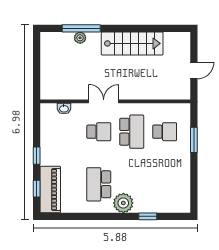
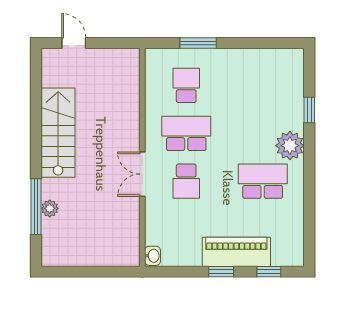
door: (194, 70) -> (74, 43), moved
washbasin: (64, 109) -> (153, 256), moved
school desk: (99, 132) -> (186, 181), turned 180
school desk: (99, 184) -> (263, 181), turned 180
piano: (50, 190) -> (236, 252), moved

